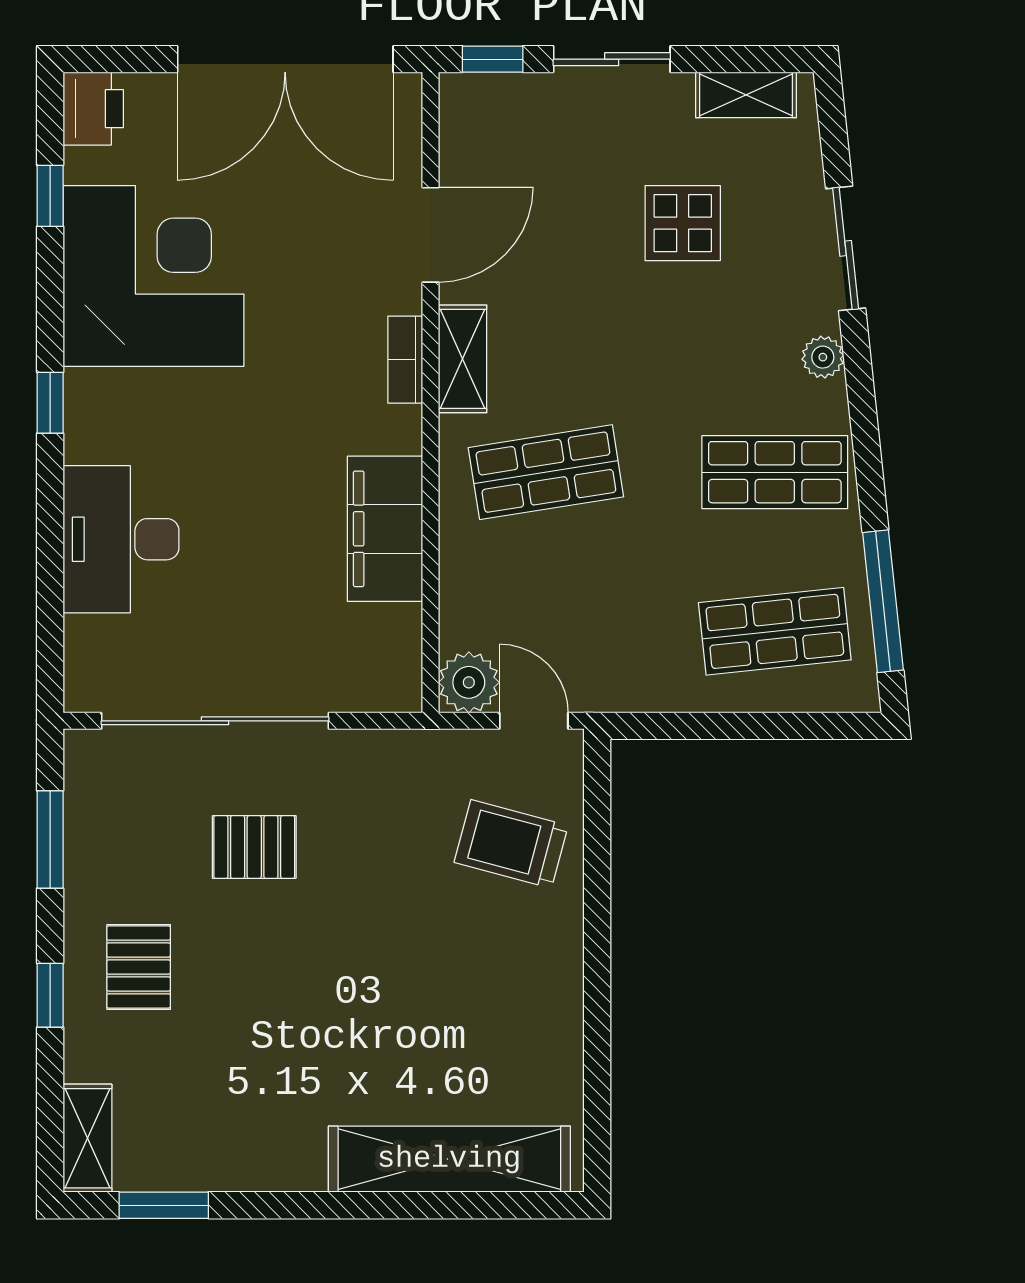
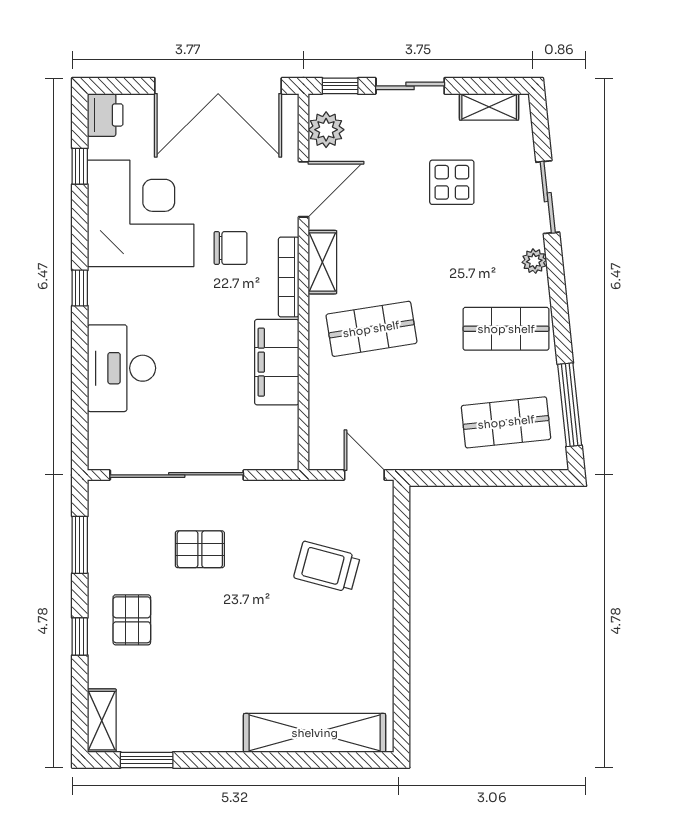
chair: (306, 335) -> (231, 248), added
bookcase: (405, 360) -> (289, 277), width x1.56
plant: (469, 682) -> (326, 130), moved
trolley: (511, 844) -> (327, 567), moved

